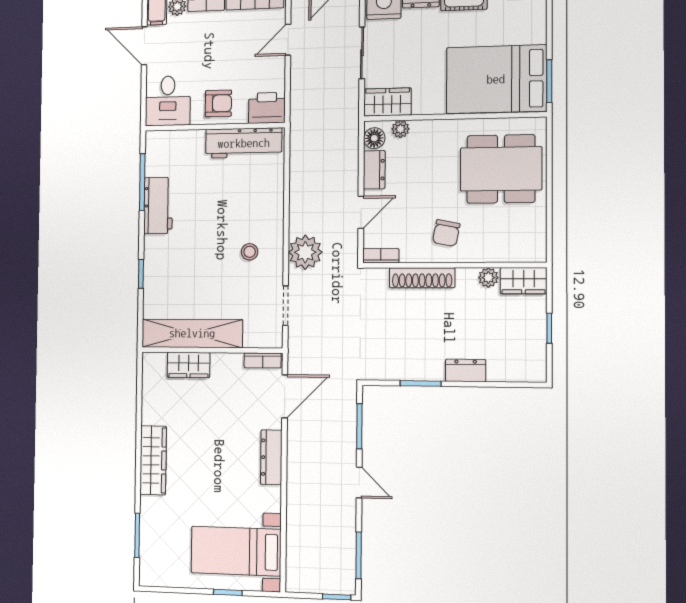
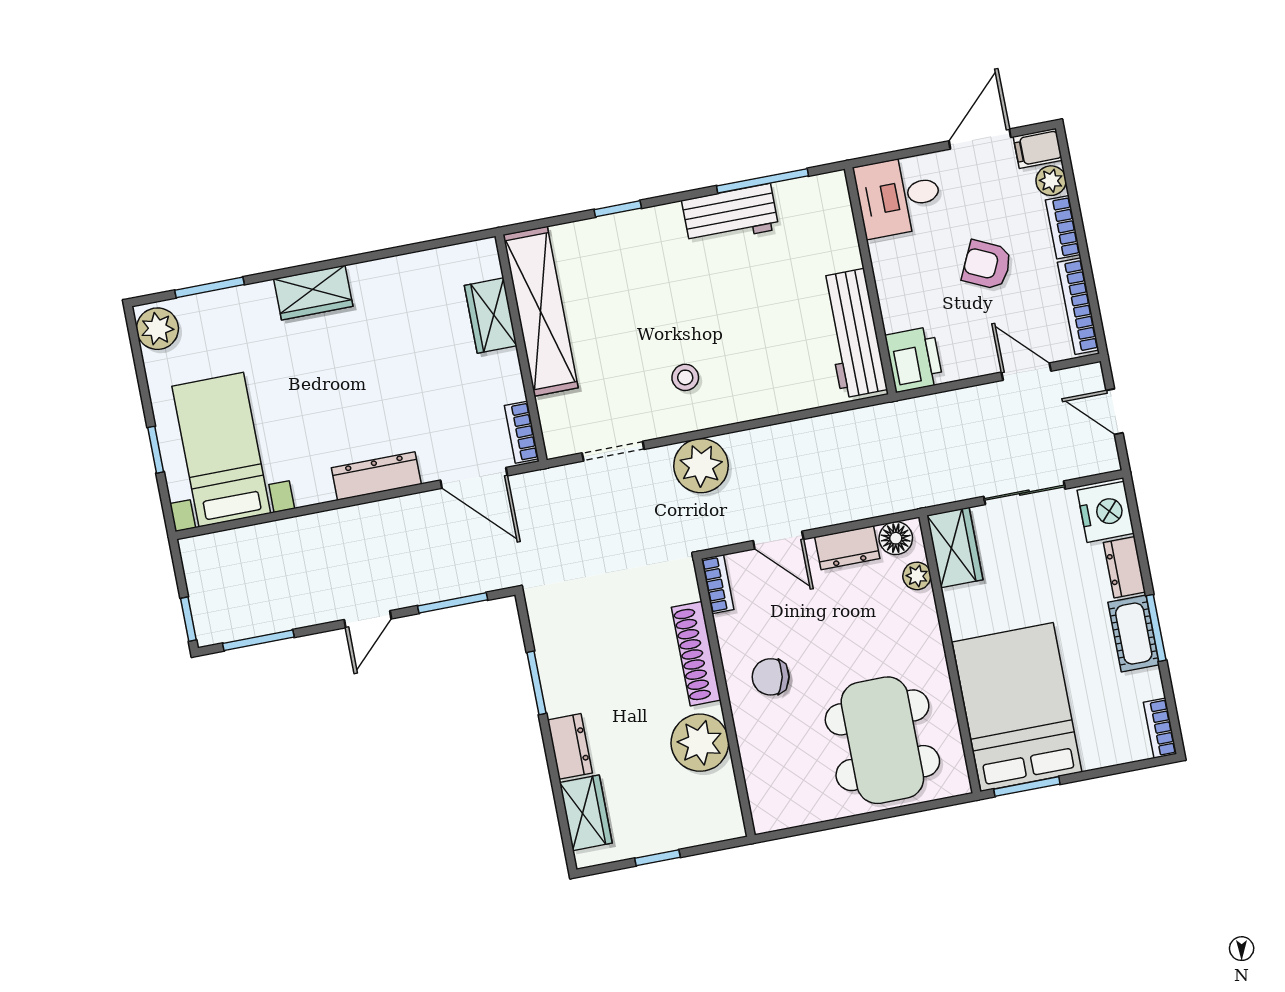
armchair: (218, 103) -> (987, 265), moved, turned 115
plant: (488, 278) -> (700, 743), width x1.87, depth x1.87
wardrobe: (524, 281) -> (586, 813), moved, turned 180
wardrobe: (153, 460) -> (313, 293), width x0.67
plant: (155, 573) -> (157, 329), added

